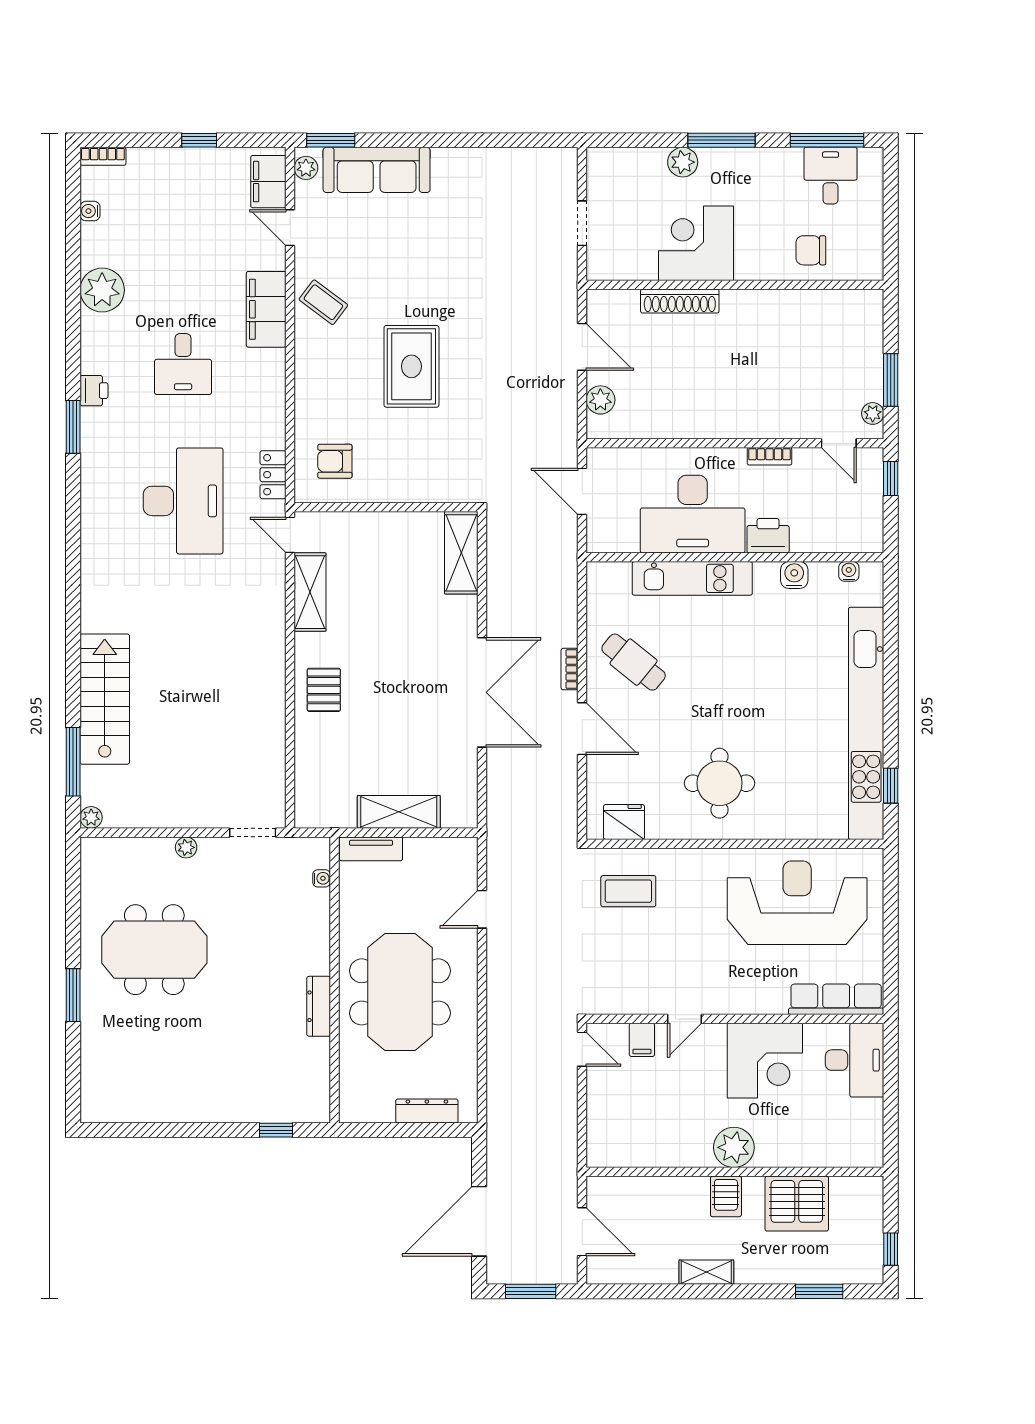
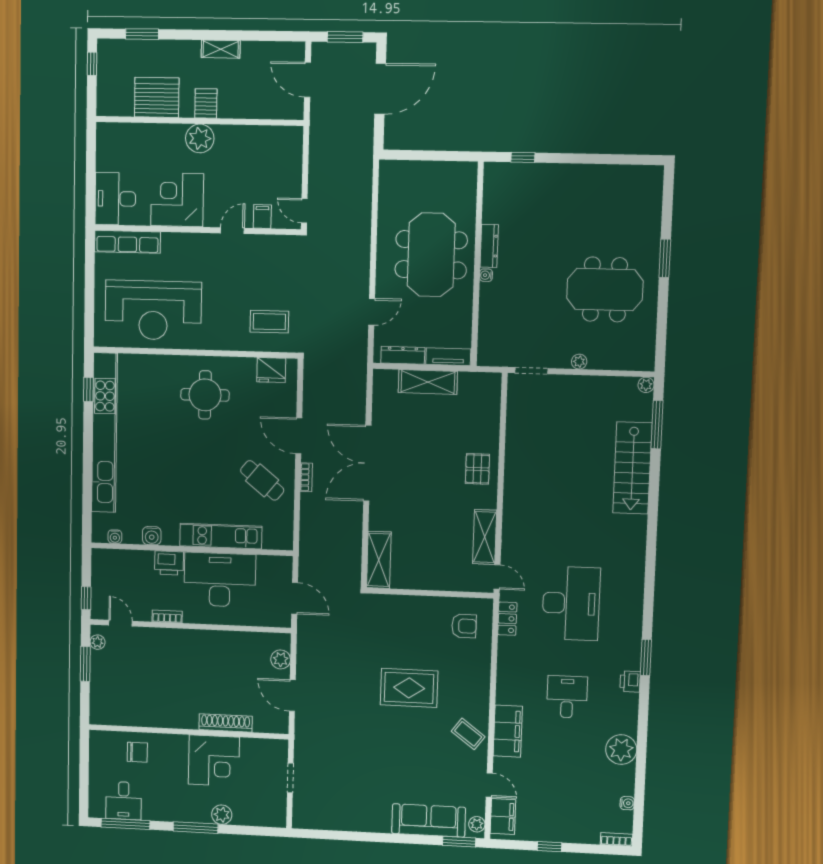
rug: (411, 366) -> (409, 688), turned 90
desk: (183, 501) -> (571, 603), turned 180
water cooler: (322, 878) -> (486, 275), moved
dresser: (427, 1111) -> (403, 355), moved, turned 180

